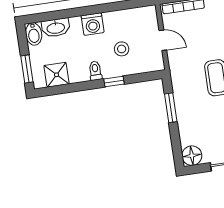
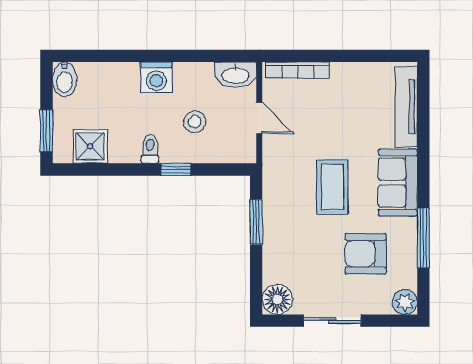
washbasin: (56, 28) -> (235, 75), moved

